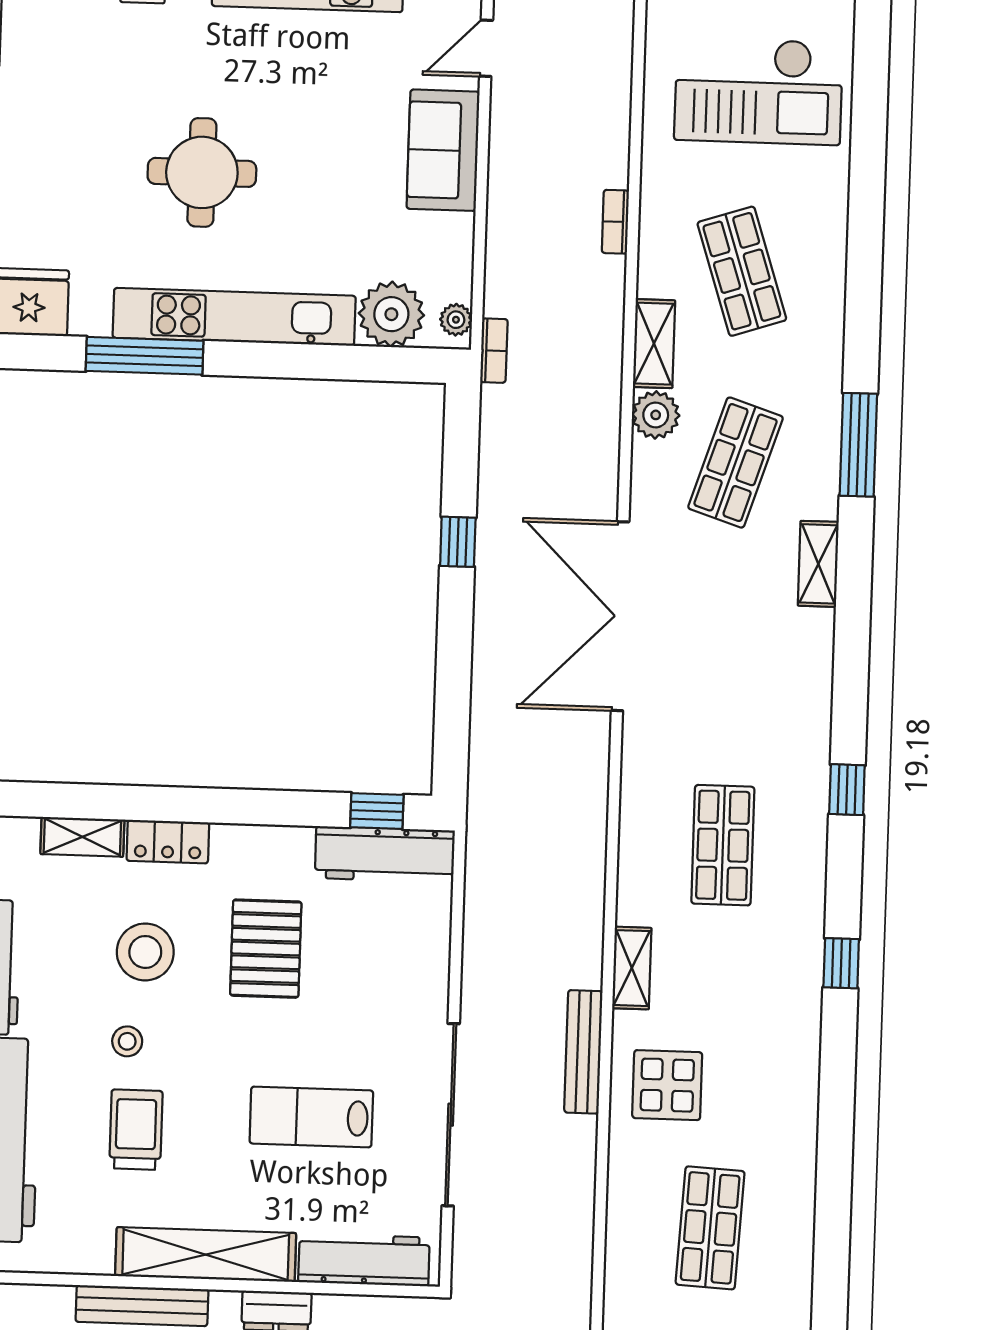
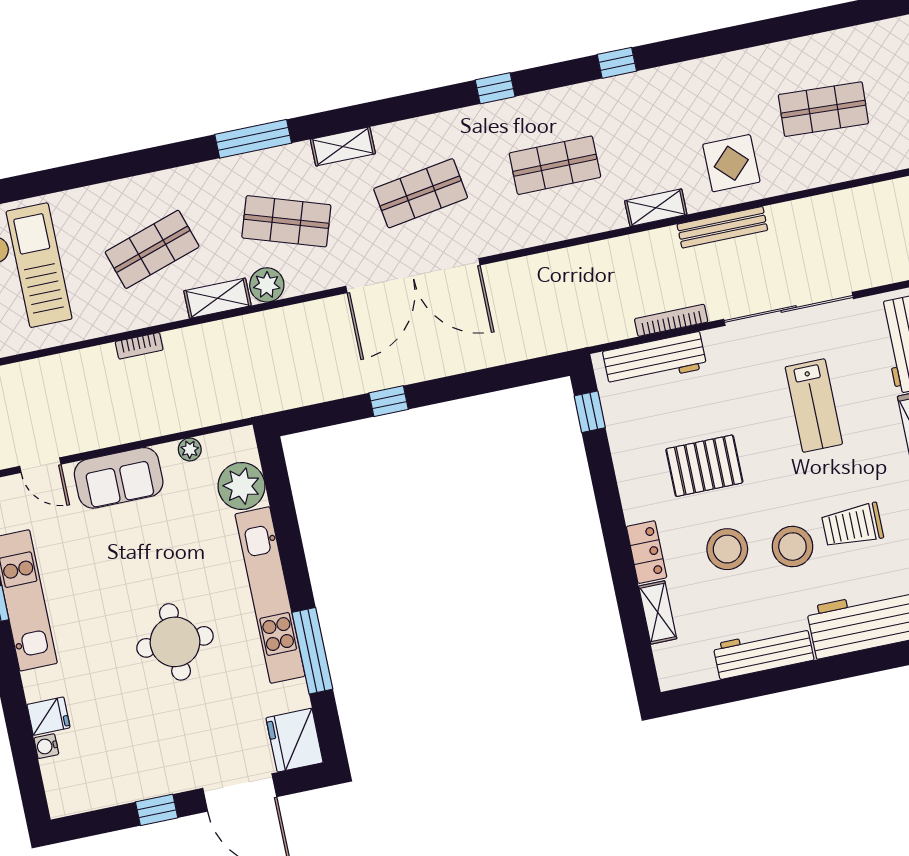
plant: (456, 320) -> (190, 449), moved
bookcase: (494, 351) -> (671, 320), moved, width x1.56
shop shelf: (729, 654) -> (421, 193), added
workbench: (385, 854) -> (655, 360), moved, turned 90
stool: (127, 1041) -> (792, 547), width x1.89, depth x1.89

